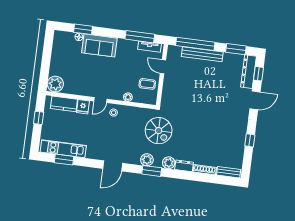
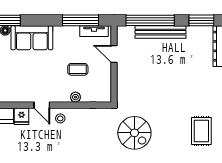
coffee table: (147, 84) -> (78, 69), moved
door: (100, 100) -> (42, 105), hinge flipped
spiral stairs: (159, 131) -> (134, 133), moved
rug: (225, 137) -> (201, 131), added

